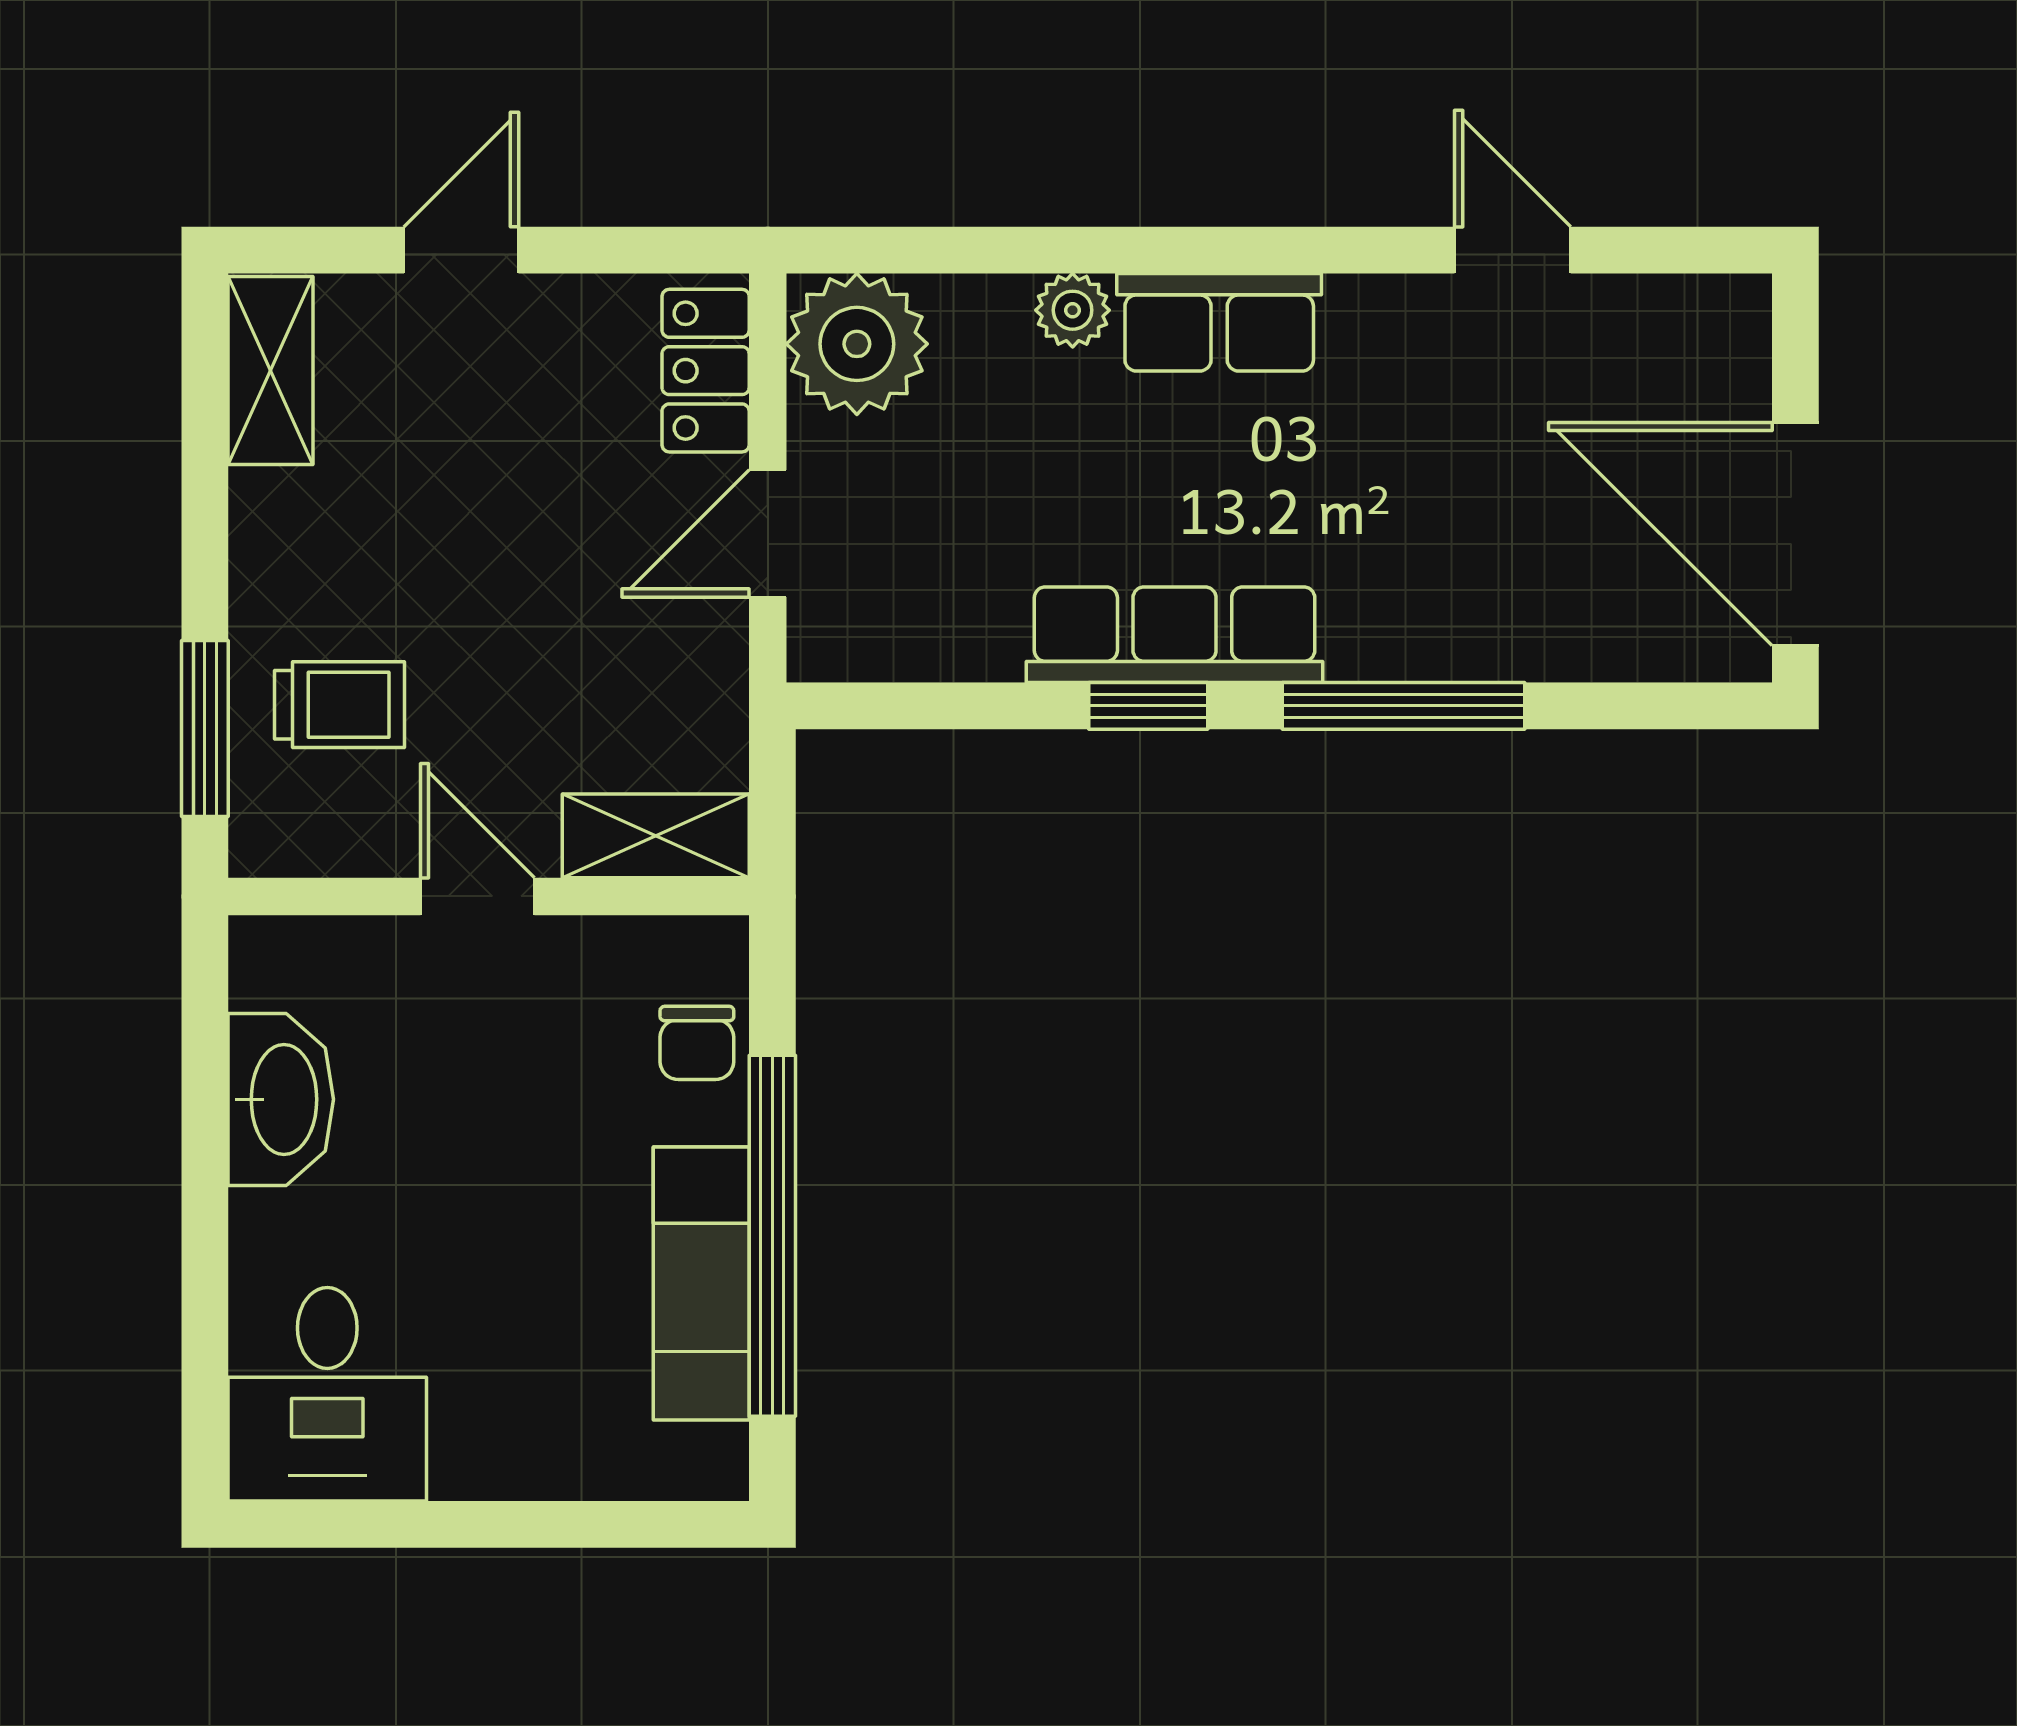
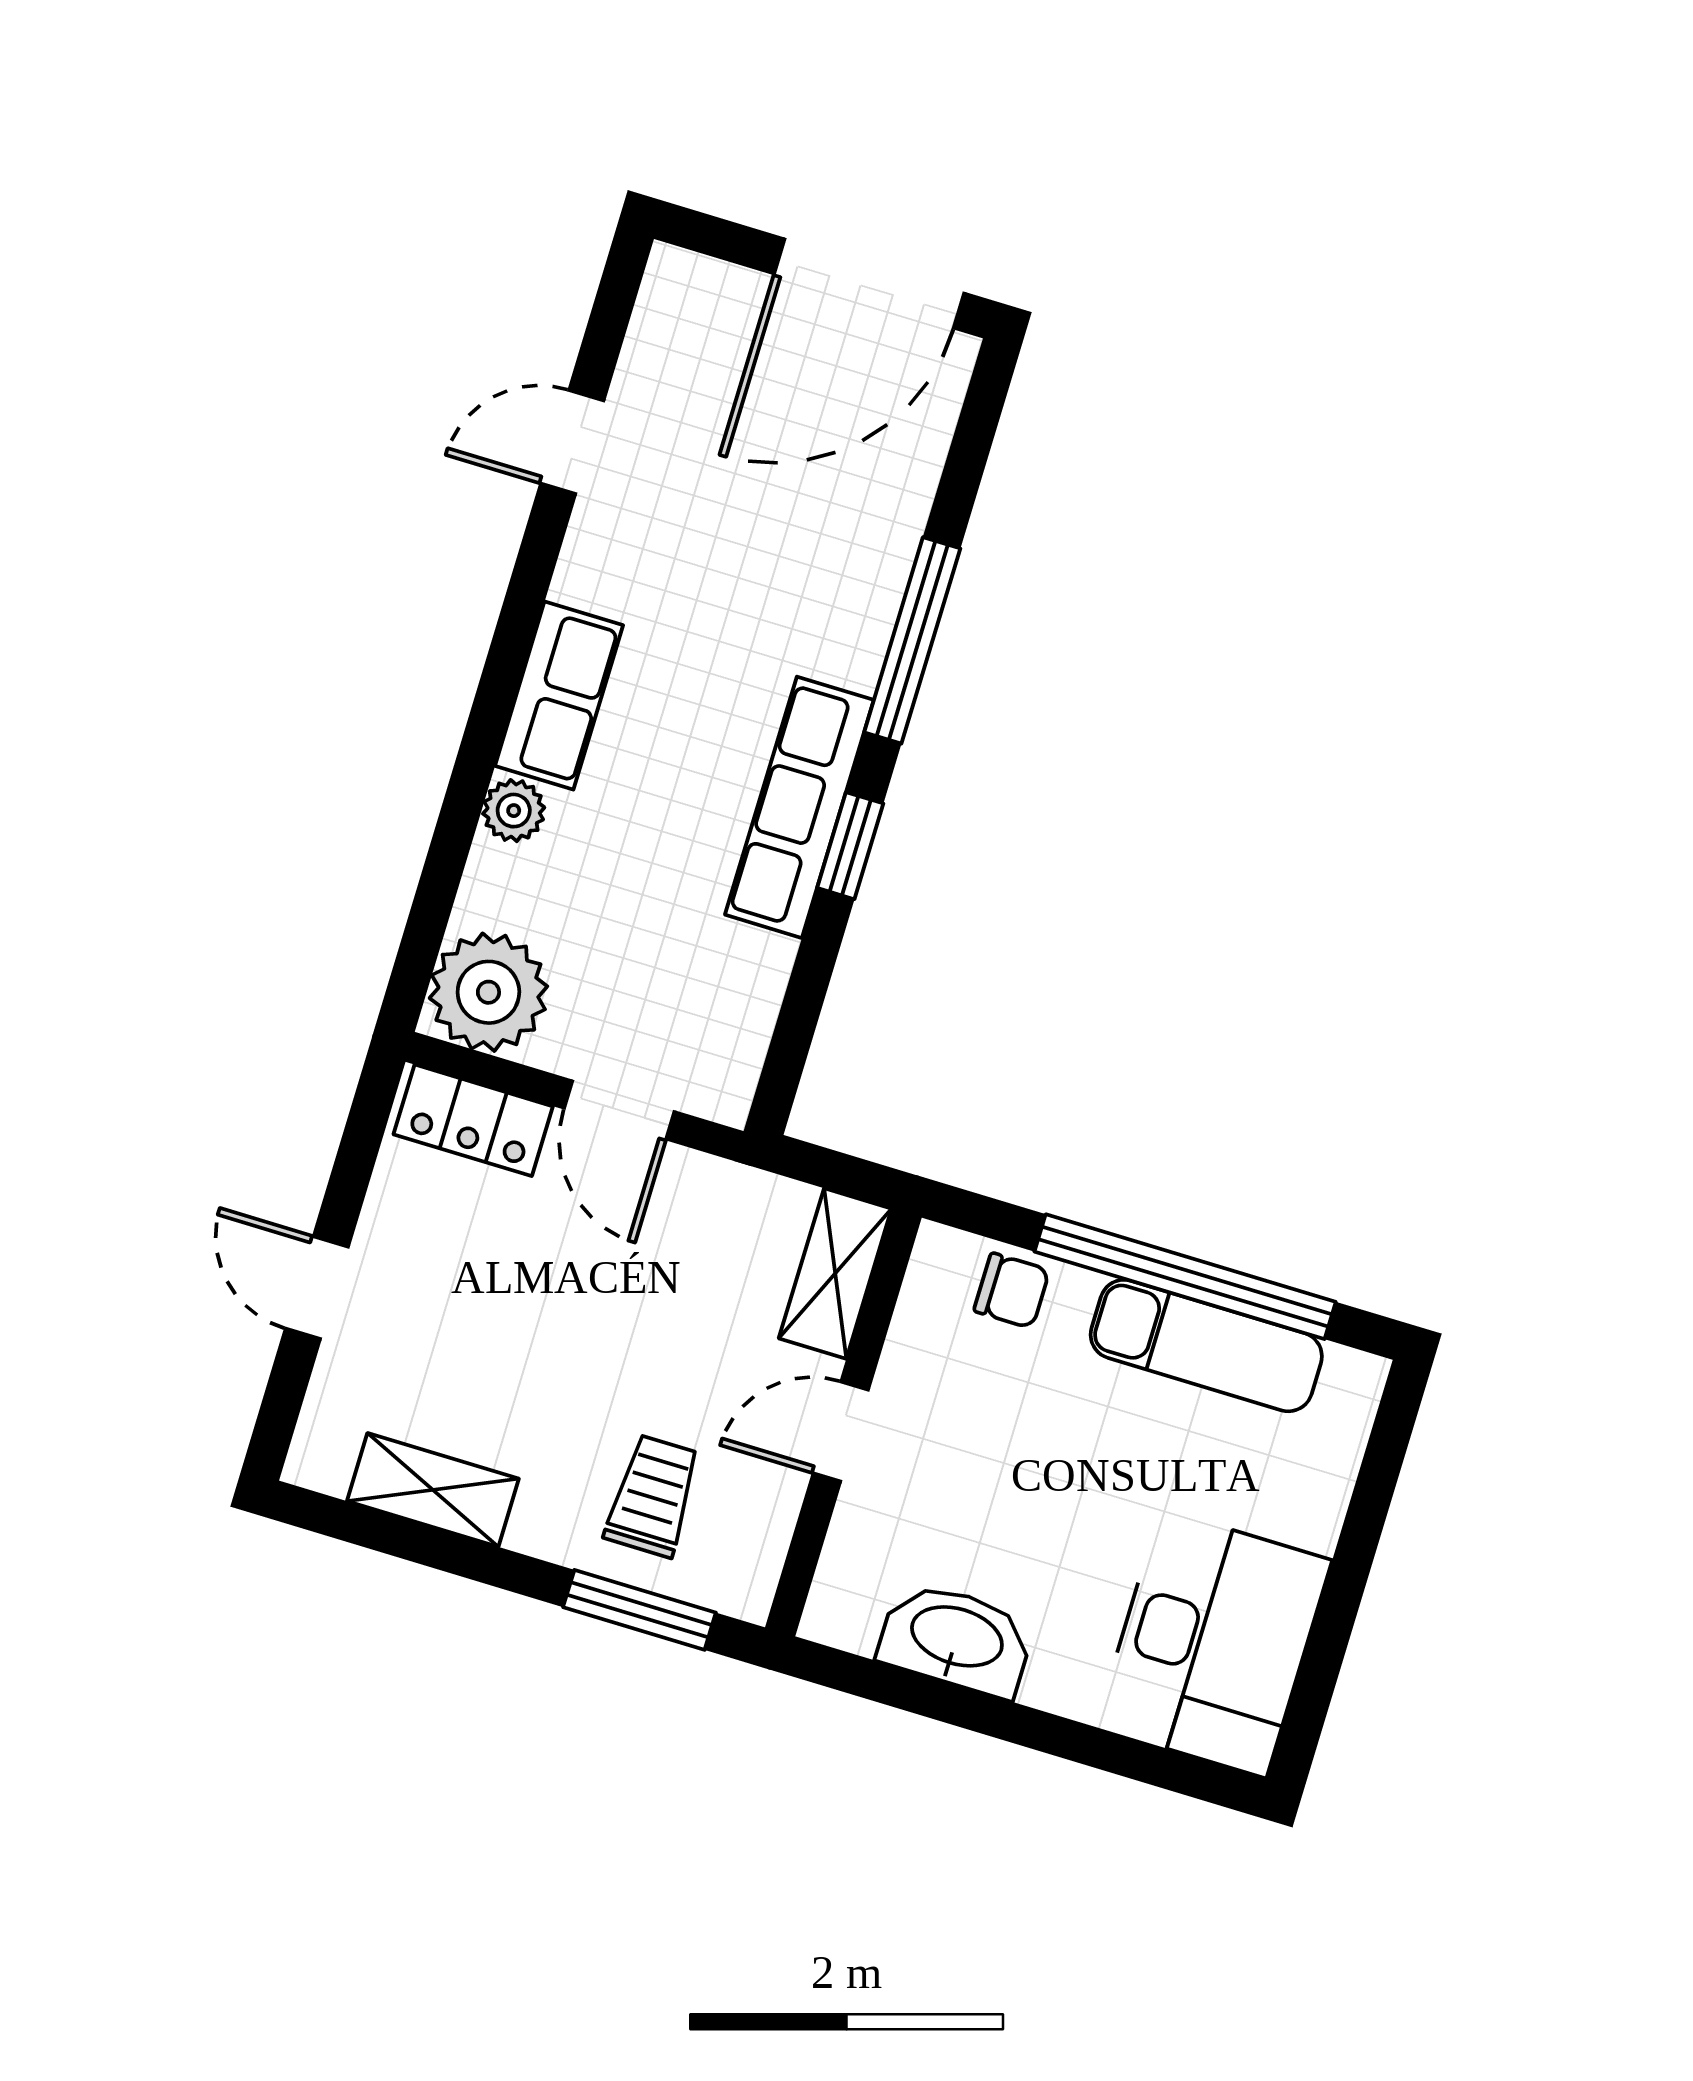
shelving: (271, 370) -> (433, 1490), moved
desk: (327, 1394) -> (1213, 1643), width x1.37

